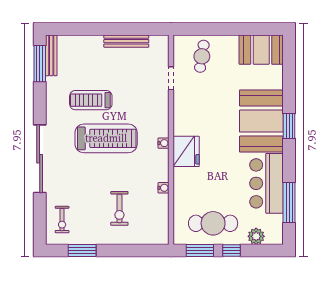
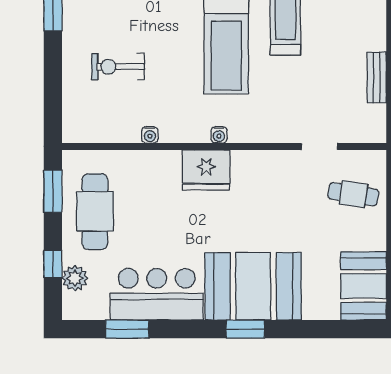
bench: (126, 41) -> (377, 77), width x0.73
window: (289, 202) -> (127, 329), width x0.69
window: (231, 251) -> (53, 264), moved

